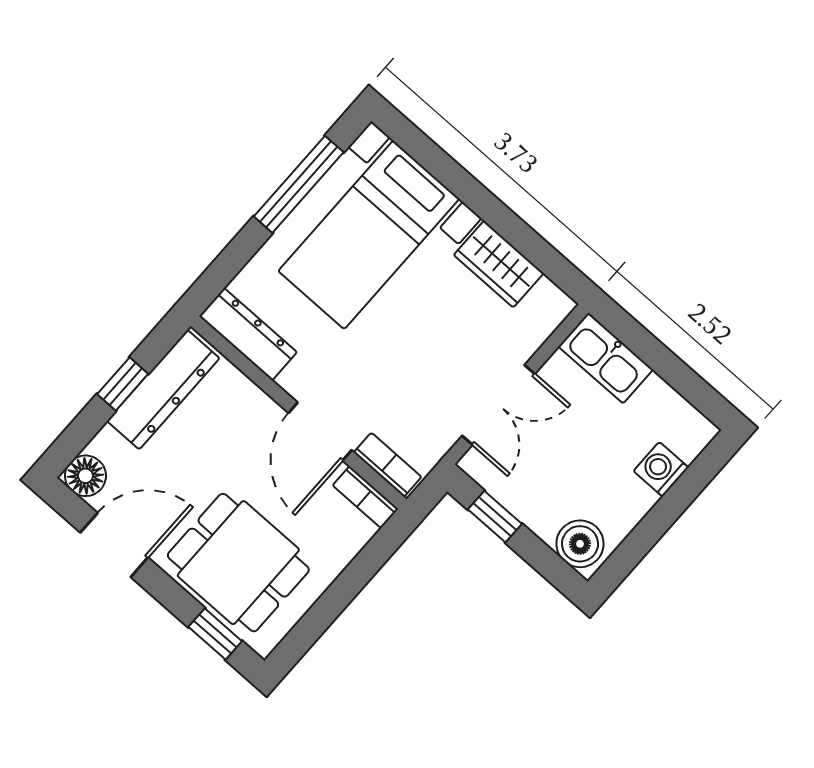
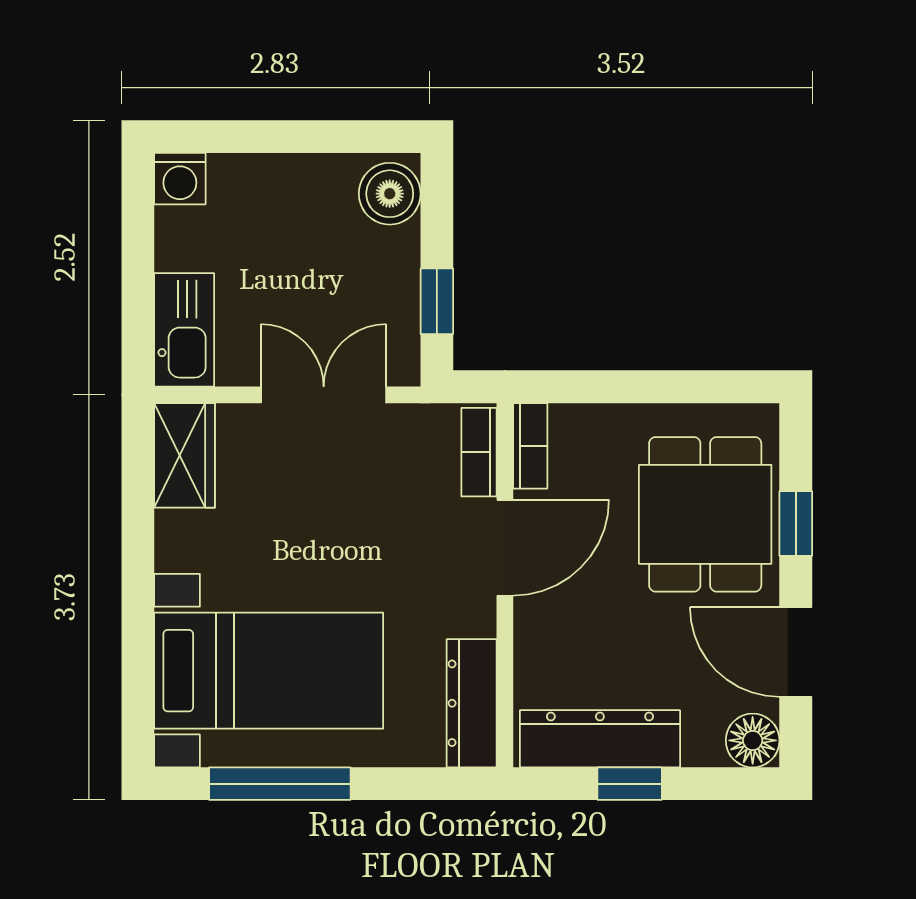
wardrobe: (499, 264) -> (185, 455), moved
washing machine: (661, 469) -> (180, 179), moved
window: (215, 634) -> (796, 523), moved

